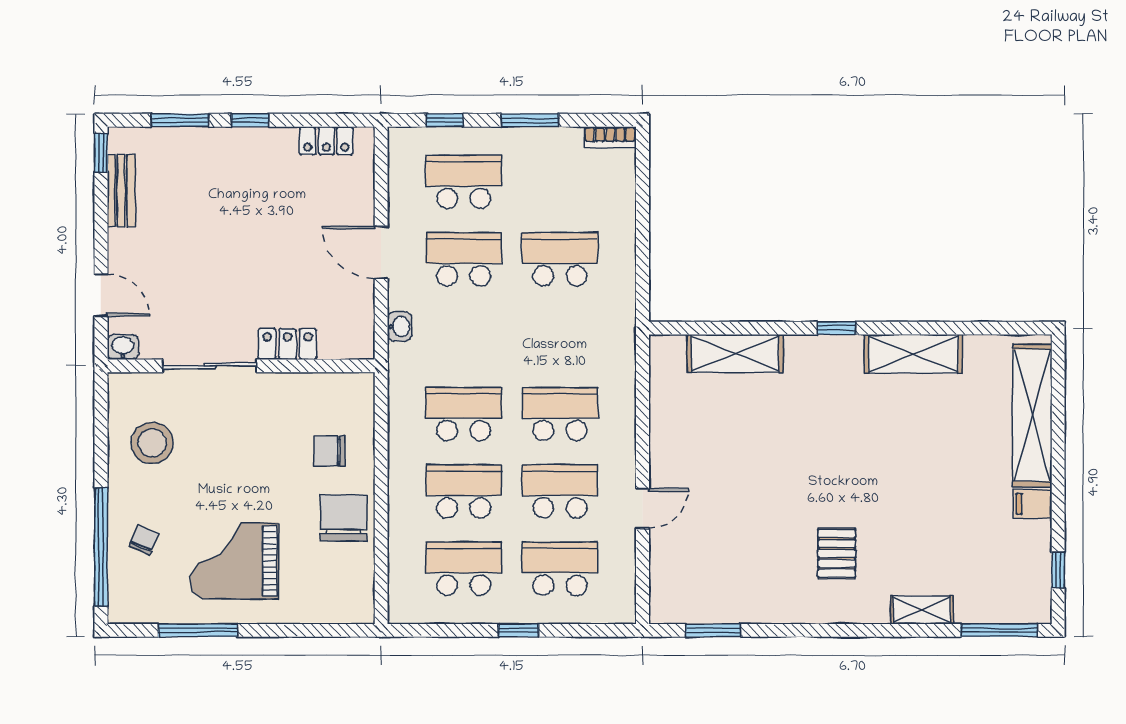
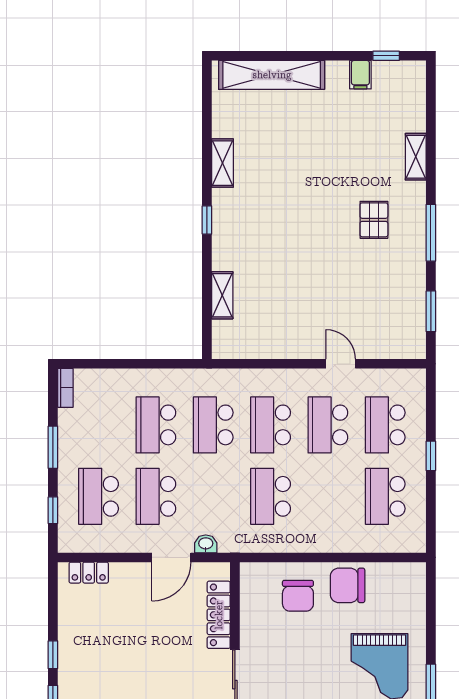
locker: (326, 141) -> (89, 573), moved, turned 90
door: (381, 253) -> (171, 557), moved
locker: (288, 344) -> (219, 615), width x1.53
shelving: (735, 353) -> (222, 295), width x0.67, depth x0.75
shelving: (913, 354) -> (222, 163), width x0.67, depth x0.75
chair: (330, 451) -> (298, 596), width x1.37, depth x1.37
school desk: (464, 491) -> (213, 425), moved
filing cabinet: (1033, 504) -> (360, 75), moved
pallet: (837, 553) -> (374, 220), turned 90
window: (999, 630) -> (431, 233), moved

